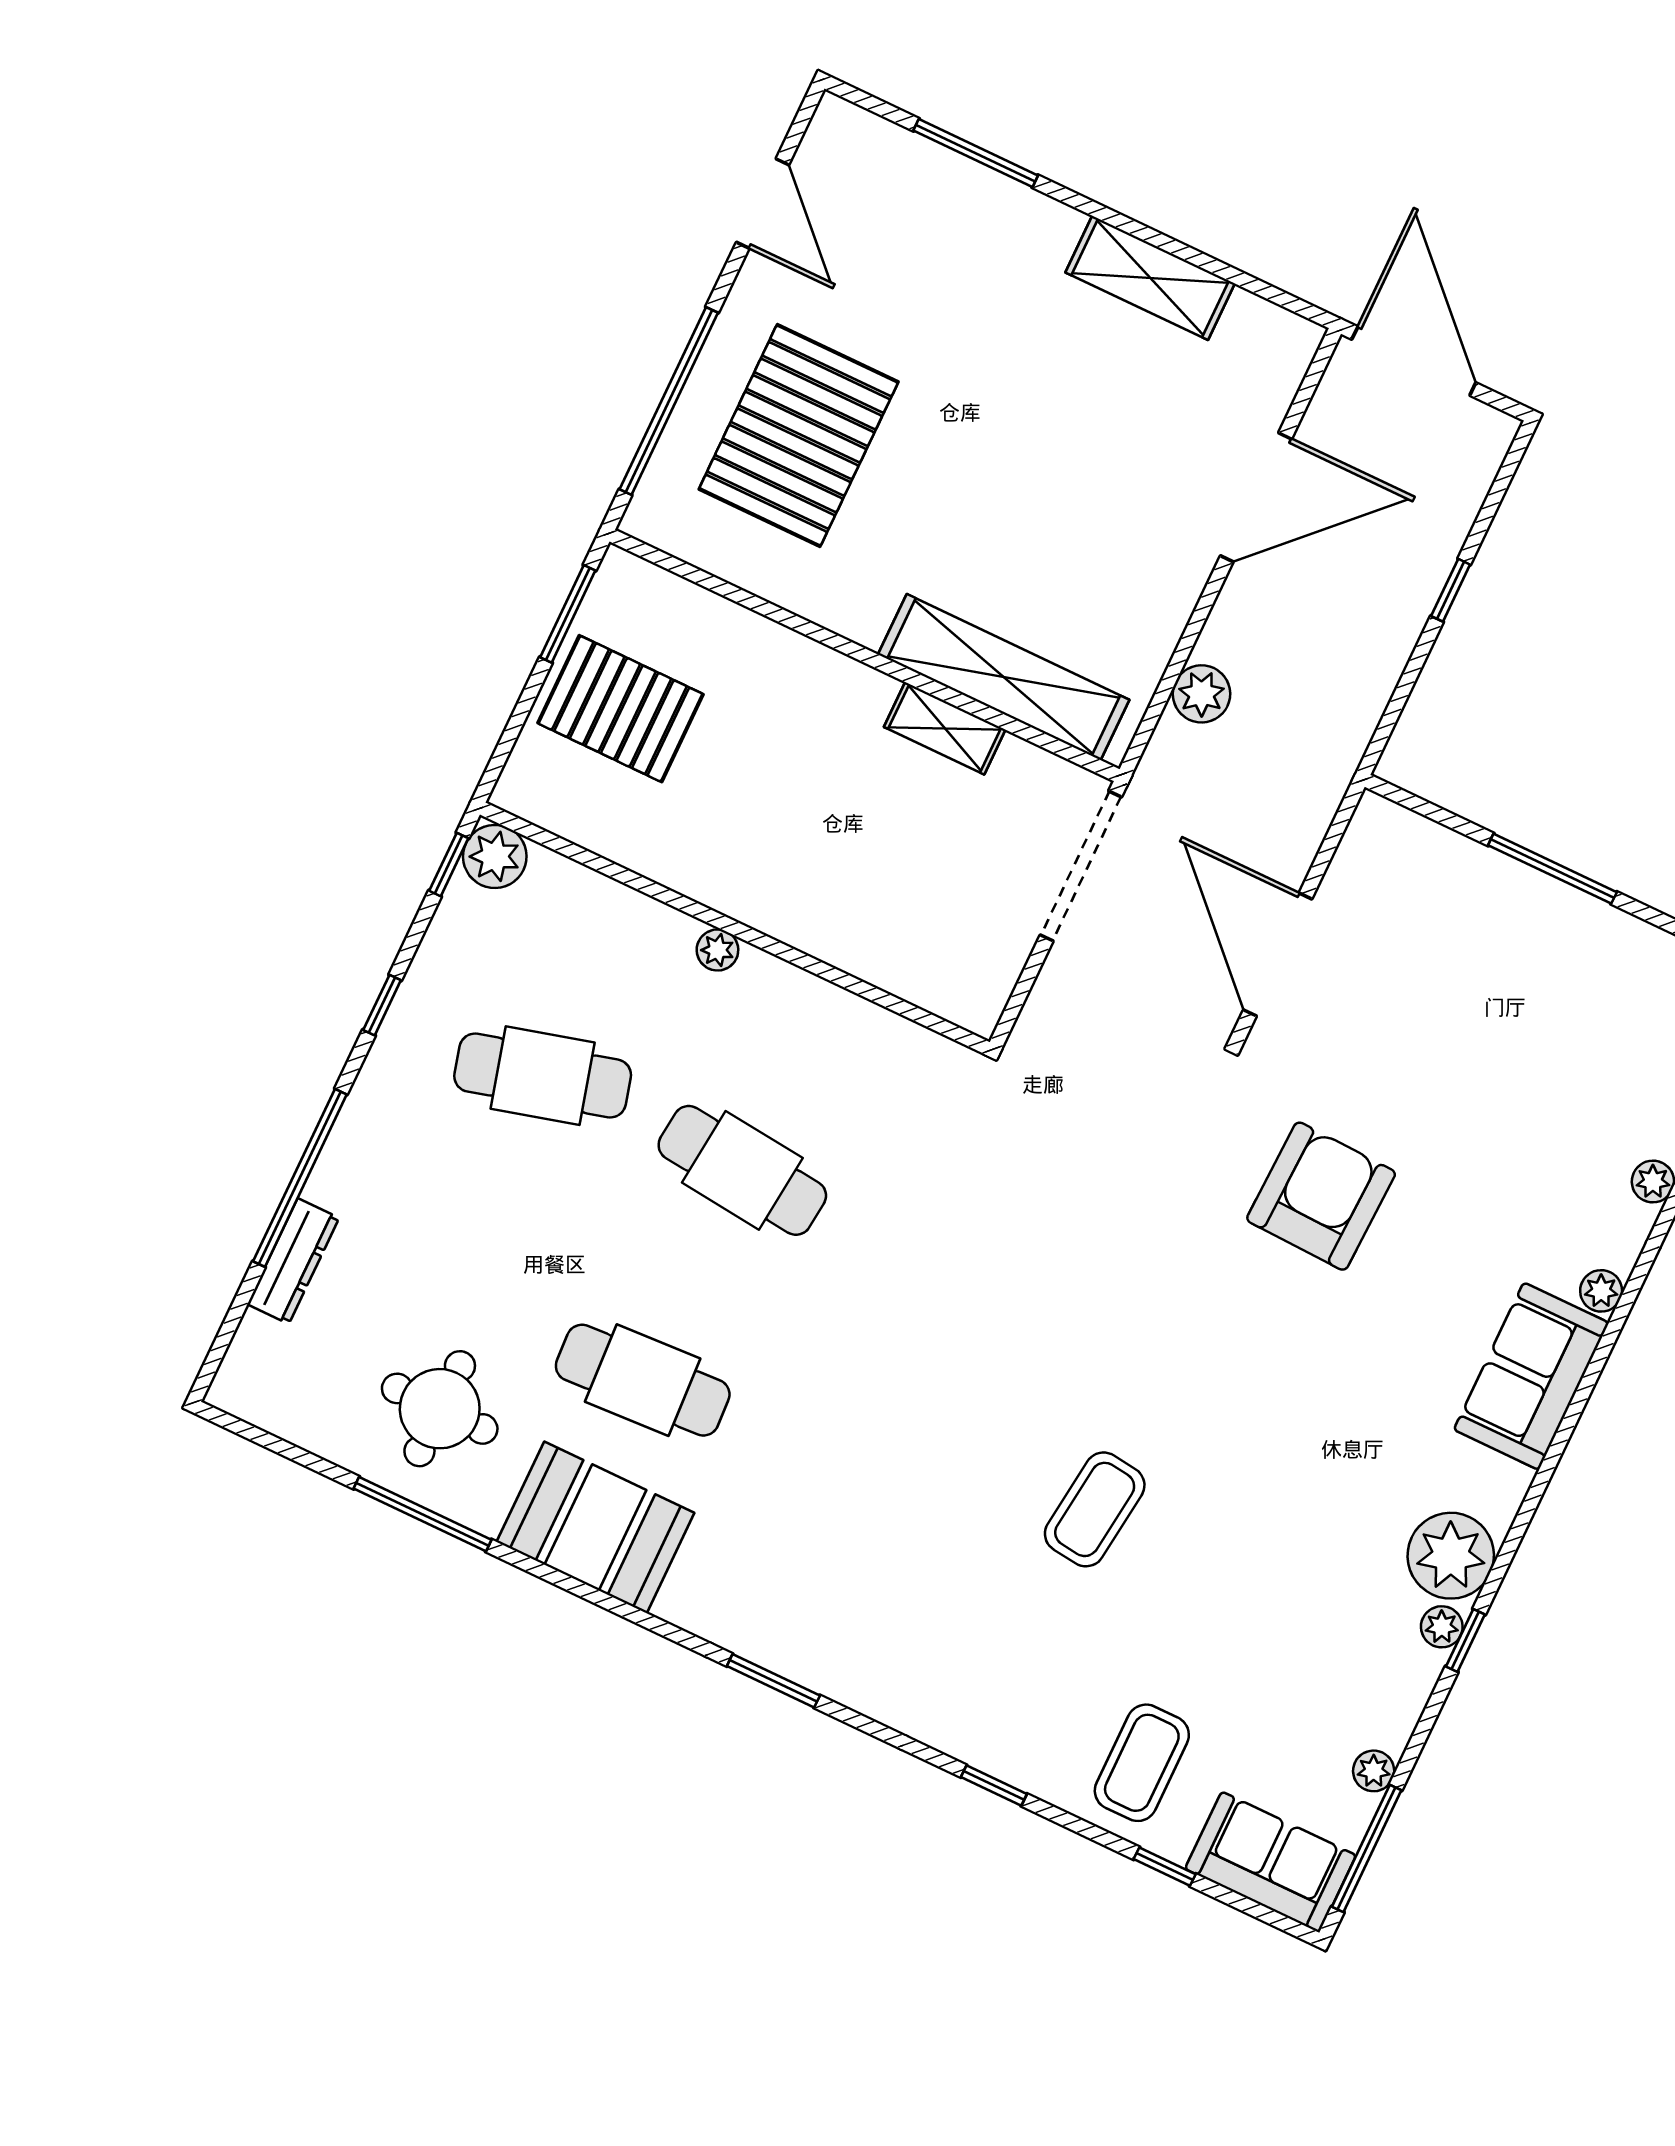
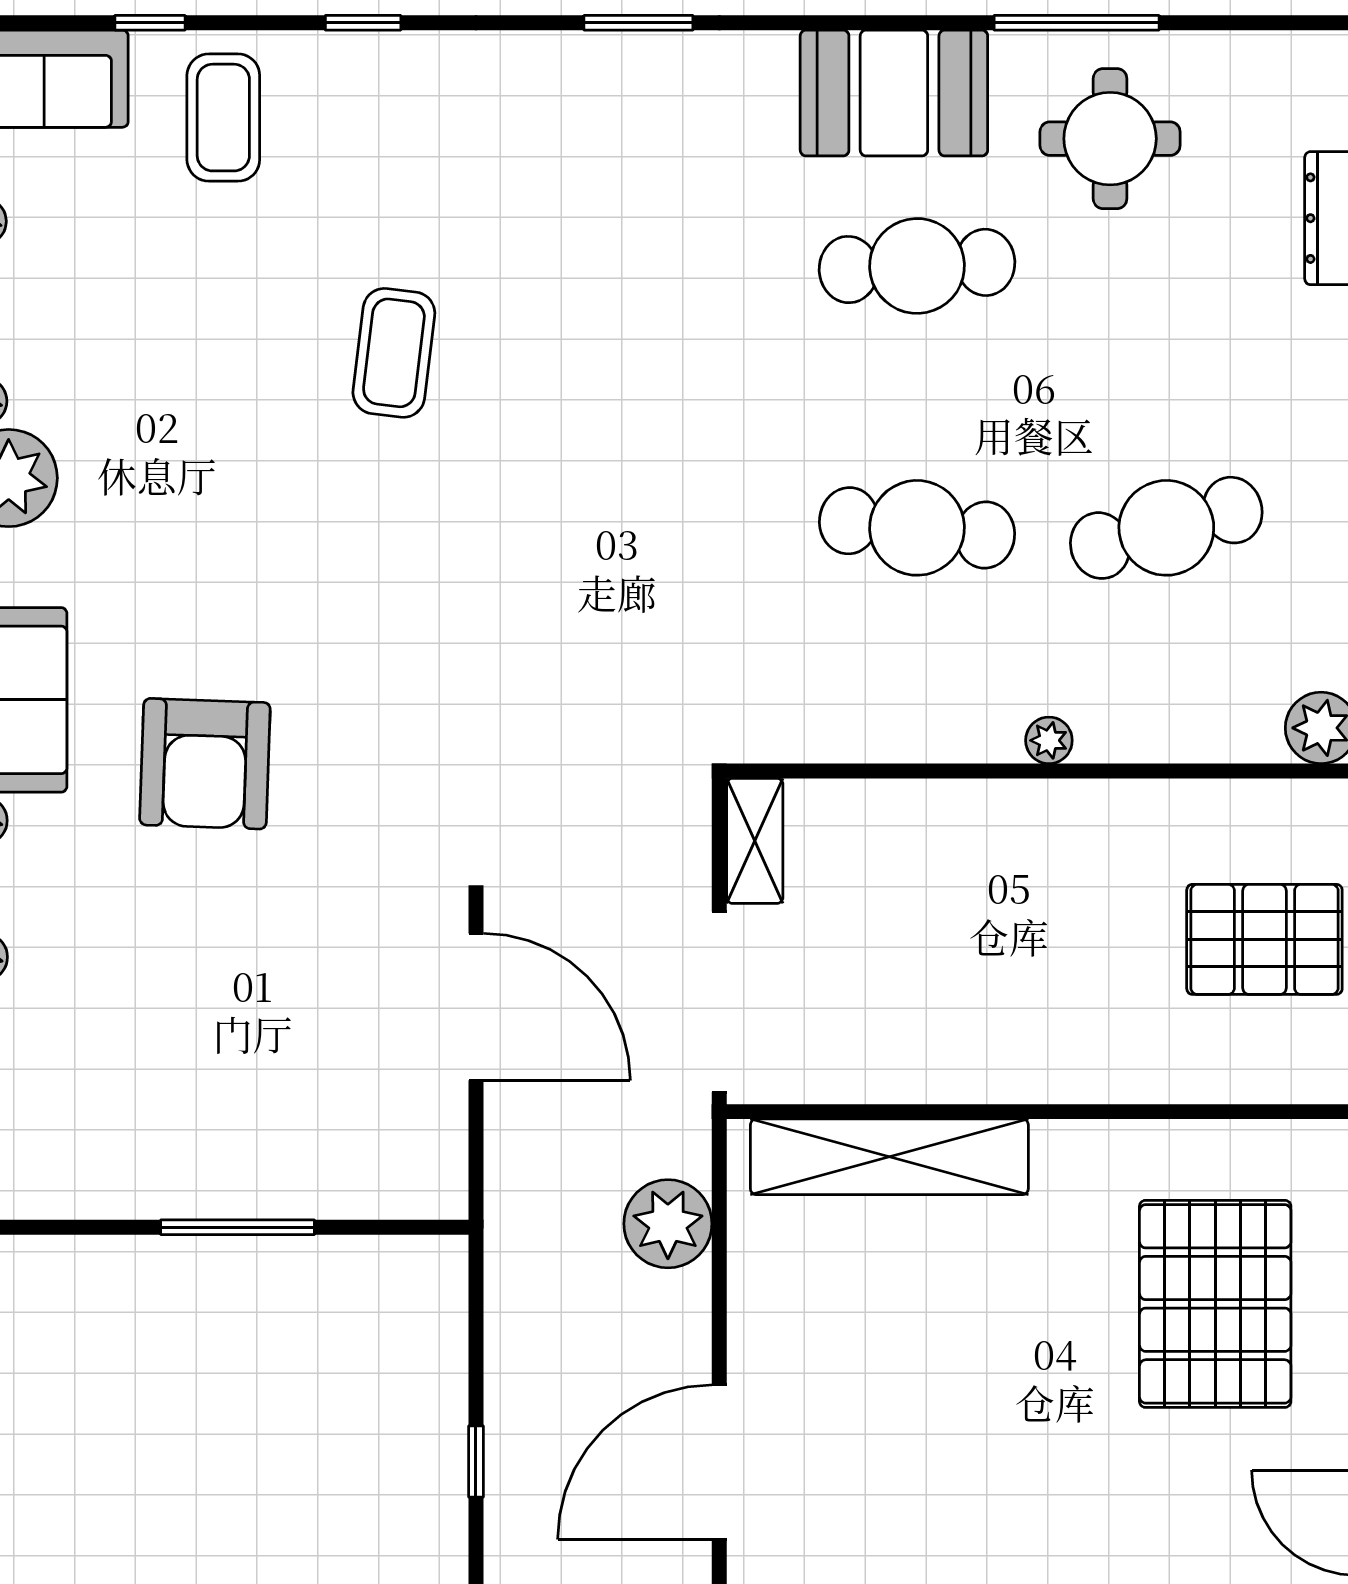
plant: (1201, 694) -> (668, 1224), width x1.36, depth x1.36
shelving: (945, 728) -> (755, 841), moved, turned 90
armchair: (1321, 1196) -> (205, 764), moved

